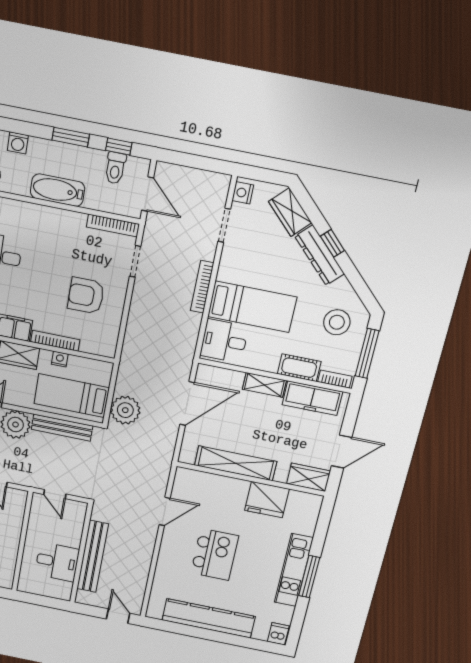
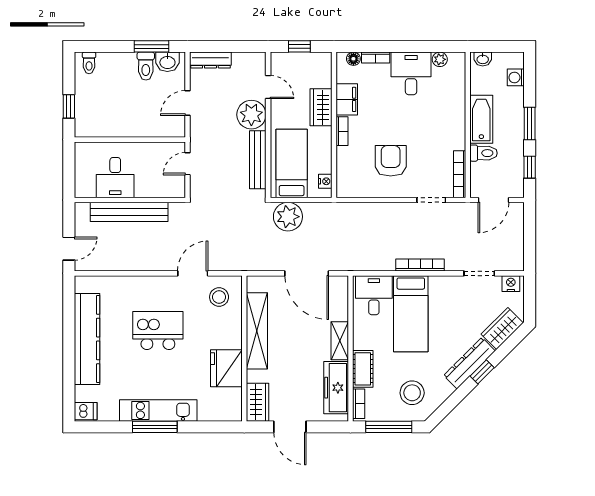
toilet: (115, 168) -> (484, 153), moved, turned 180
bookcase: (55, 341) -> (342, 131), width x0.64
nightstand: (60, 359) -> (325, 181), moved
stool: (194, 492) -> (219, 297), added
door: (165, 511) -> (193, 273), swing flipped
kitchen island: (215, 554) -> (158, 331), turned 180

